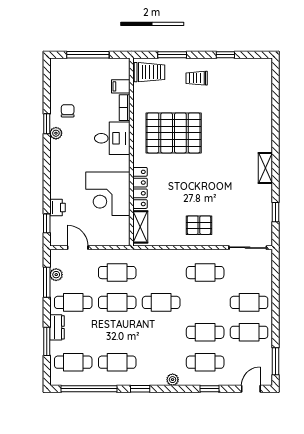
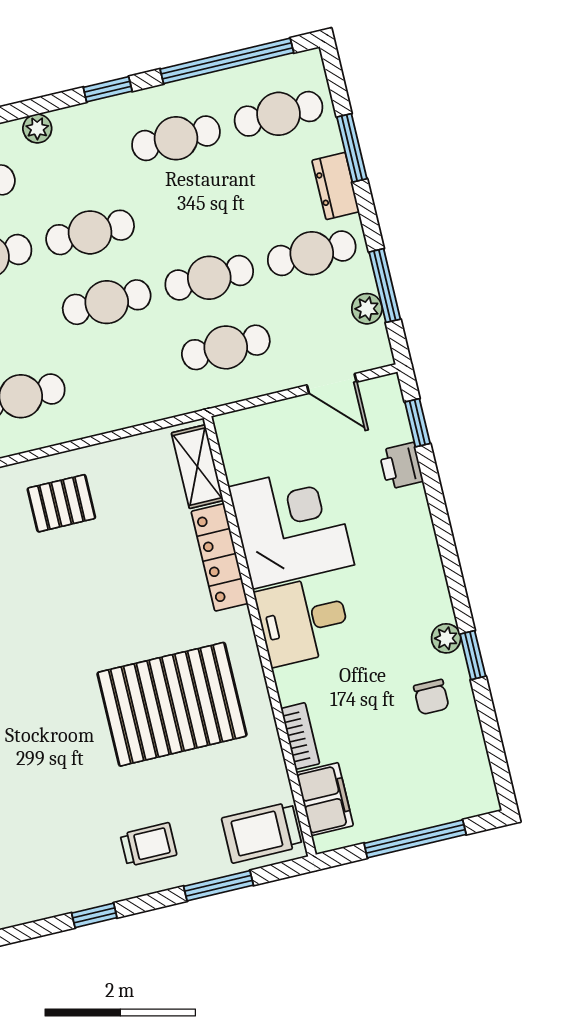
filing cabinet: (121, 86) -> (325, 799), width x2.00
desk: (112, 138) -> (303, 620), moved
cafe table: (161, 332) -> (90, 232), added

